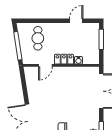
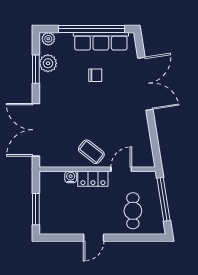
door: (76, 21) -> (94, 238), moved
coffee table: (65, 77) -> (91, 152), added

